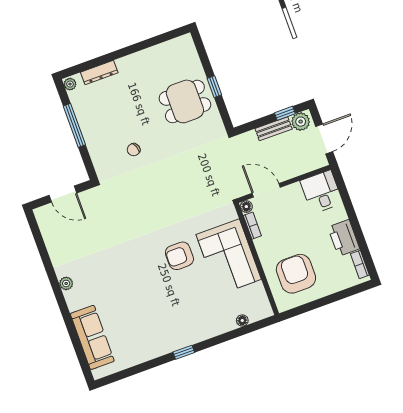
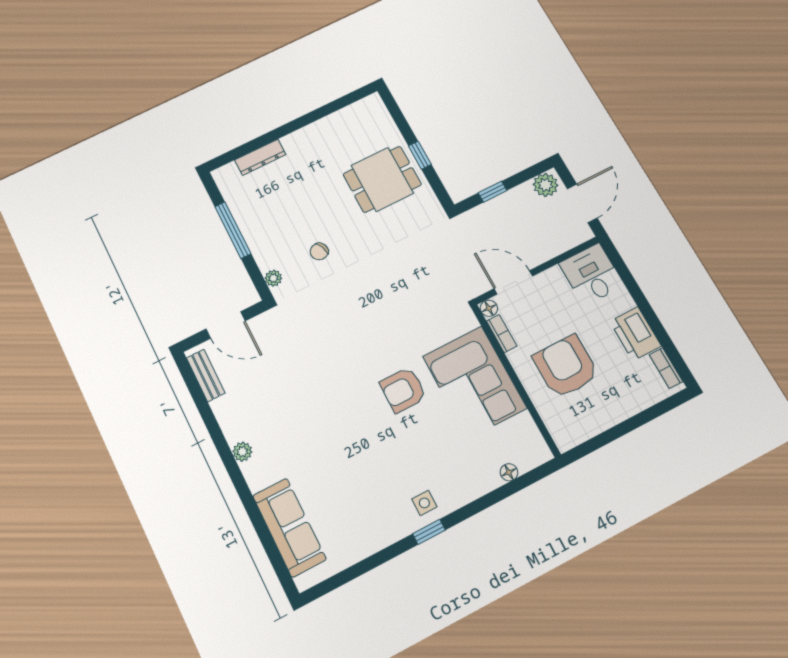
plant: (70, 84) -> (273, 278), moved
window: (285, 113) -> (493, 192), moved
bench: (274, 129) -> (206, 375), moved, turned 90
armchair: (296, 274) -> (566, 366), moved
side table: (183, 333) -> (424, 503), added

